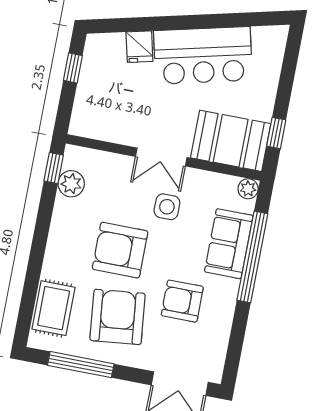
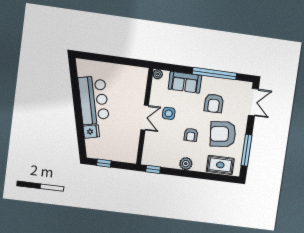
window: (276, 133) -> (130, 62), removed
booth: (231, 141) -> (135, 84), removed
plant: (71, 184) -> (186, 164), moved
armchair: (120, 250) -> (191, 135), width x0.53, depth x0.53
window: (252, 257) -> (214, 74), moved

